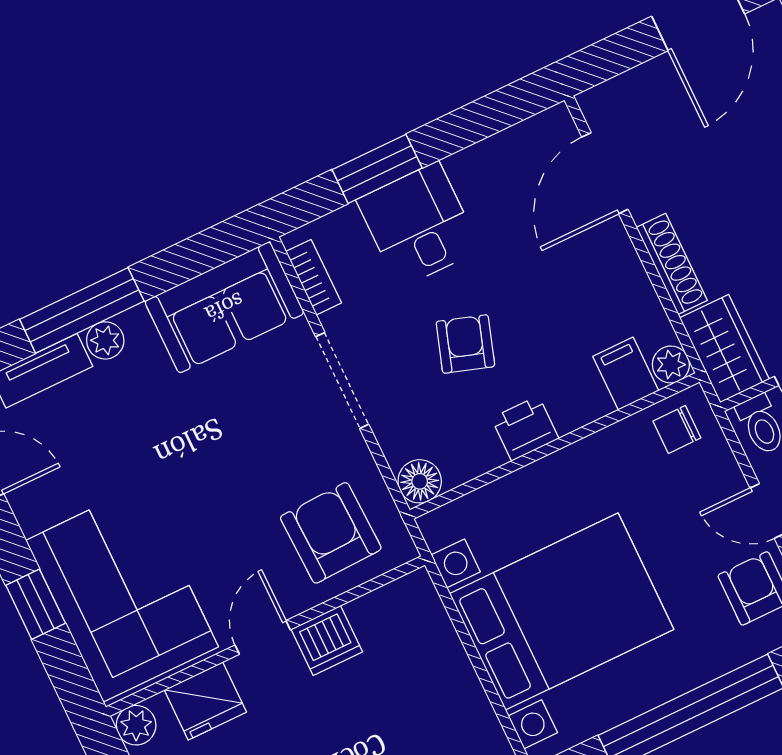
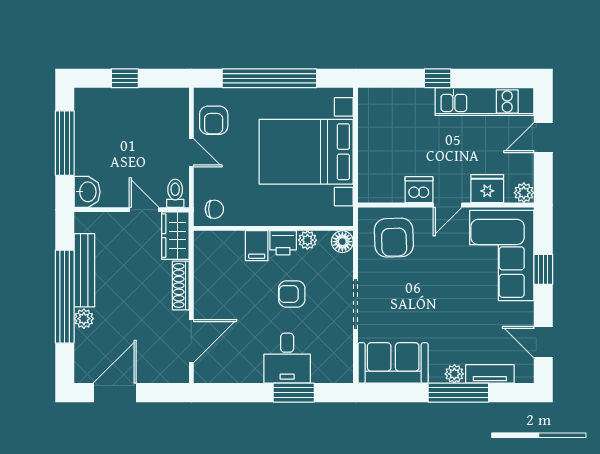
bookcase: (314, 277) -> (346, 357), removed
armchair: (465, 344) -> (292, 294), turned 72
plant: (671, 365) -> (307, 240), moved
filing cabinet: (626, 374) -> (257, 246), moved

